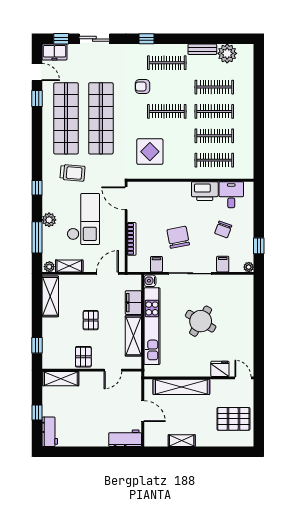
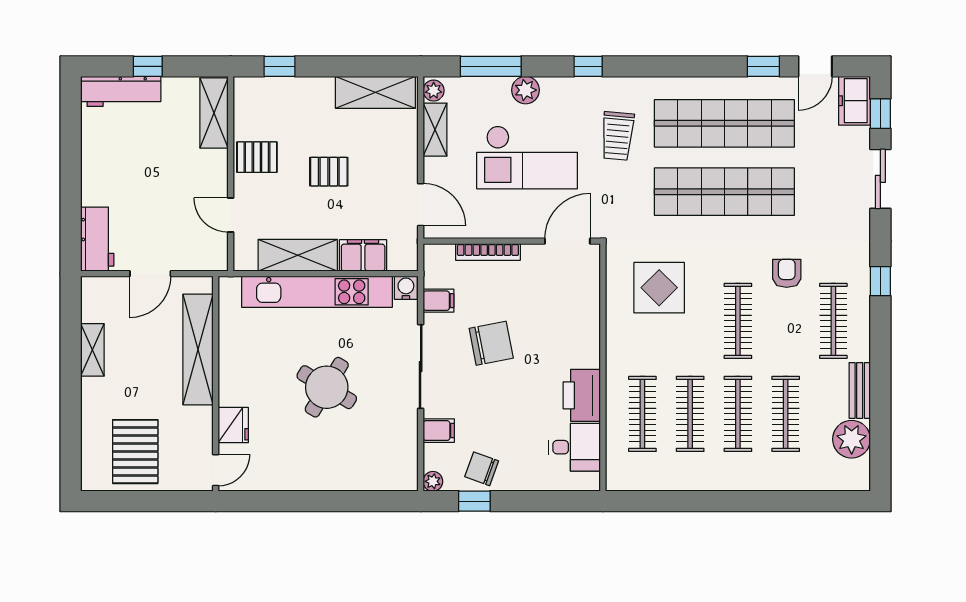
chair: (223, 229) -> (482, 469), moved
workbench: (50, 432) -> (121, 91), width x1.38

